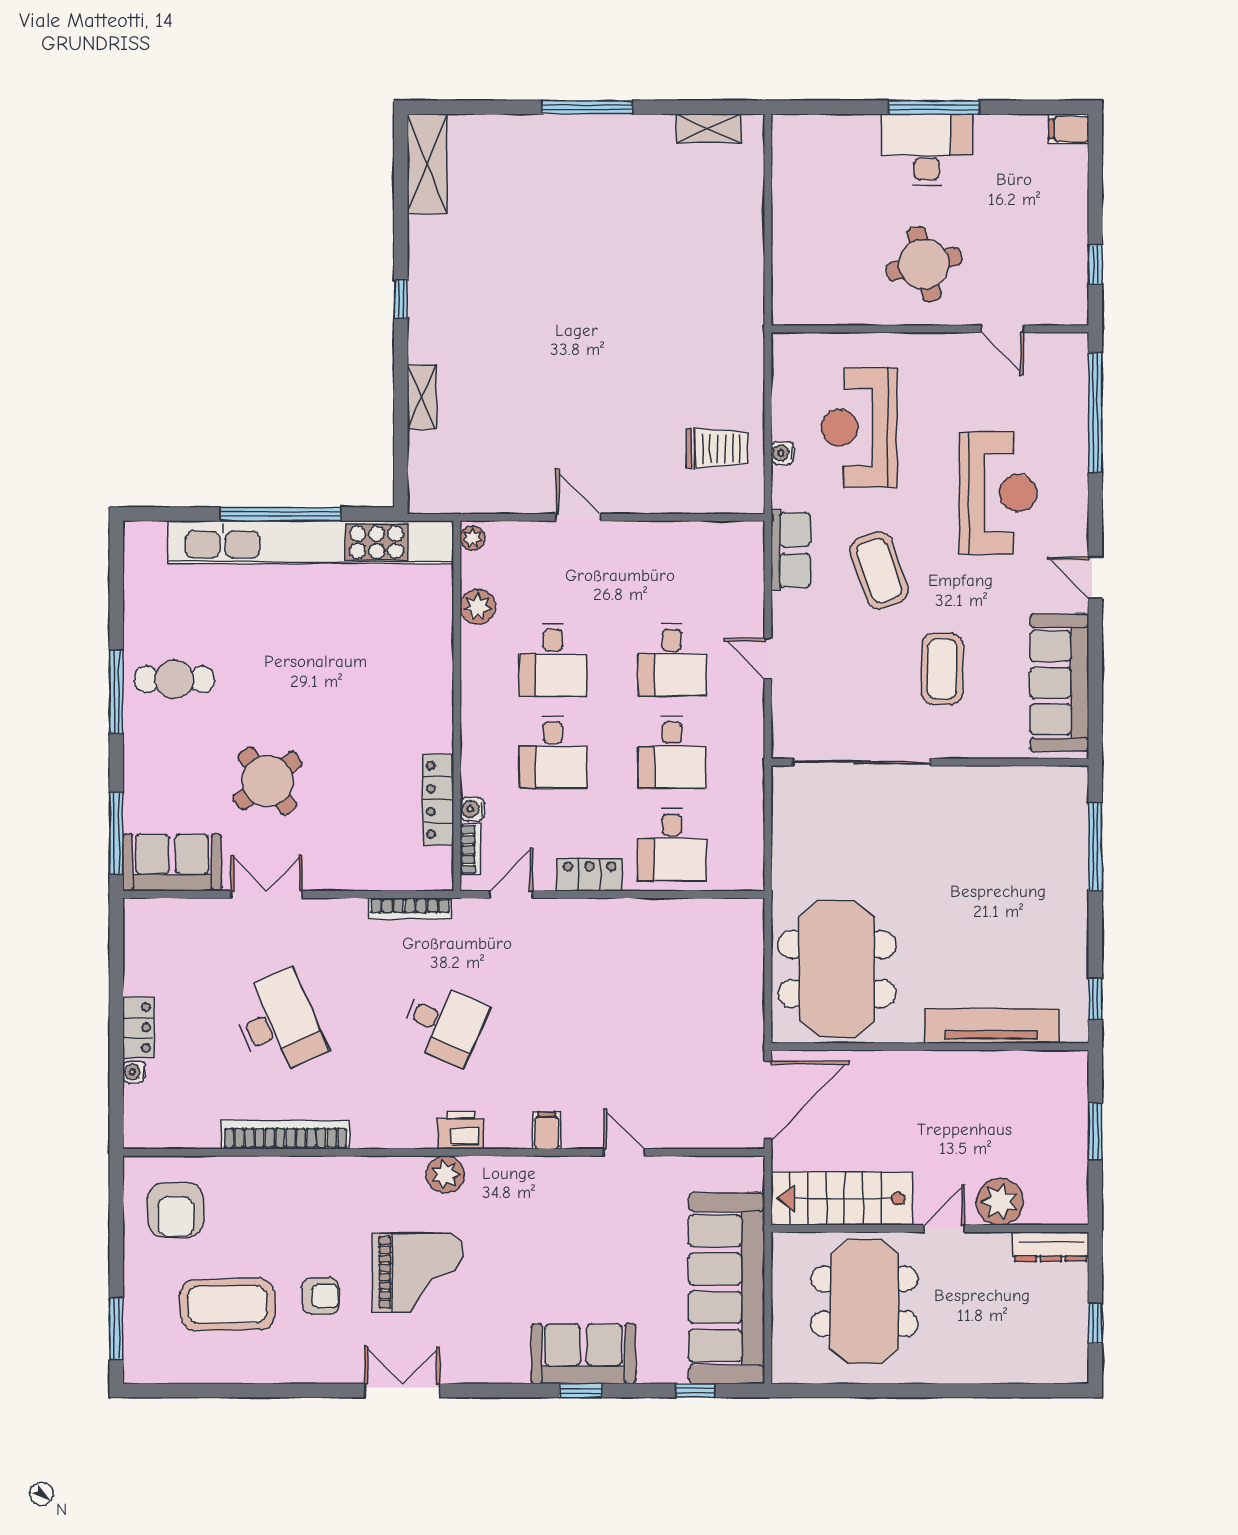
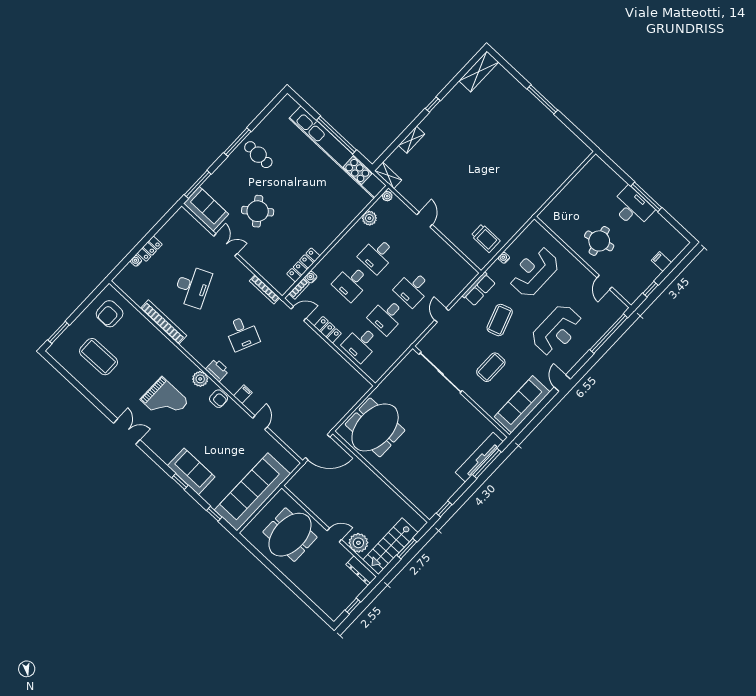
shelving: (709, 128) -> (388, 175), moved
filing cabinet: (1069, 129) -> (661, 262), moved
tv unit: (991, 1026) -> (479, 457), moved, turned -90
stairs: (842, 1199) -> (390, 546), moved, turned -90
armchair: (321, 1296) -> (219, 399), moved

